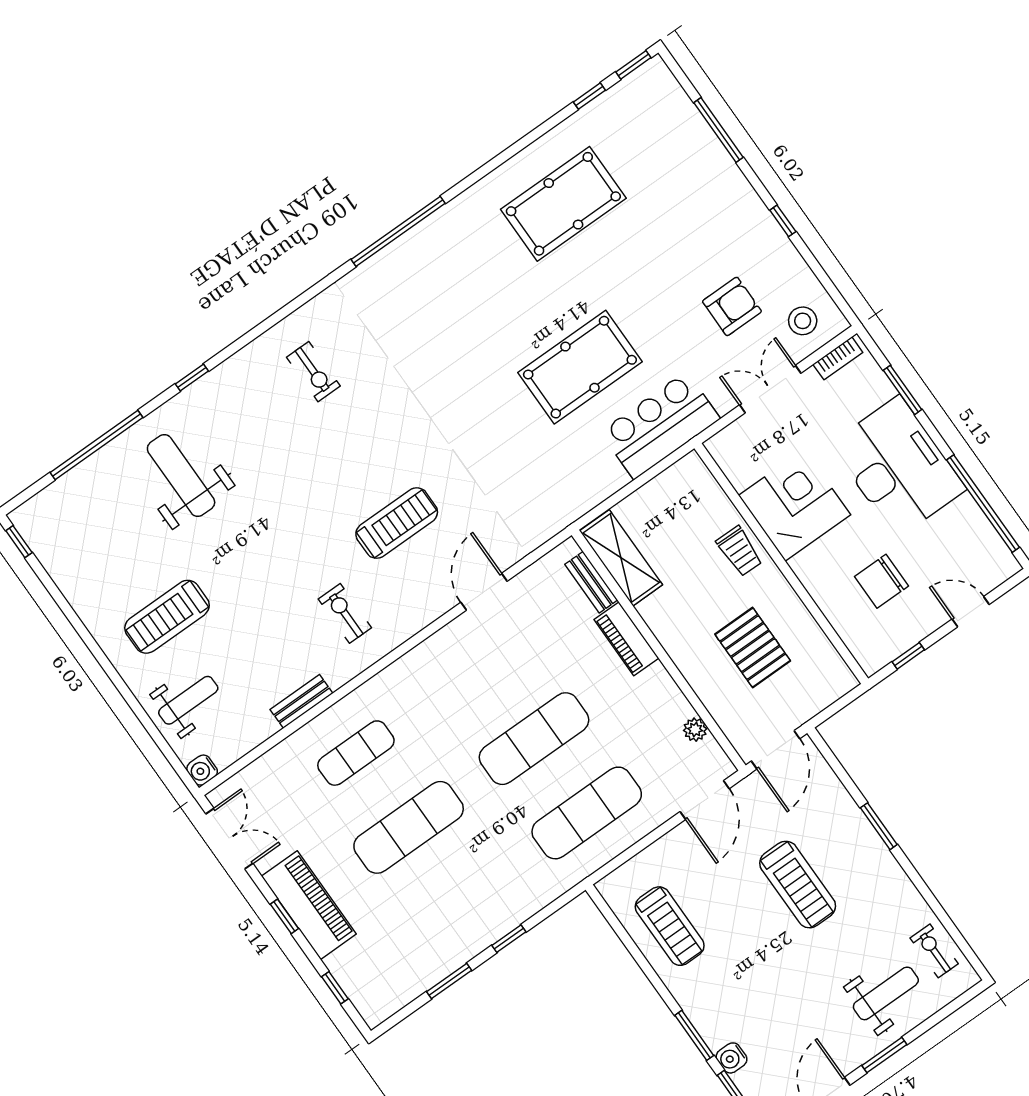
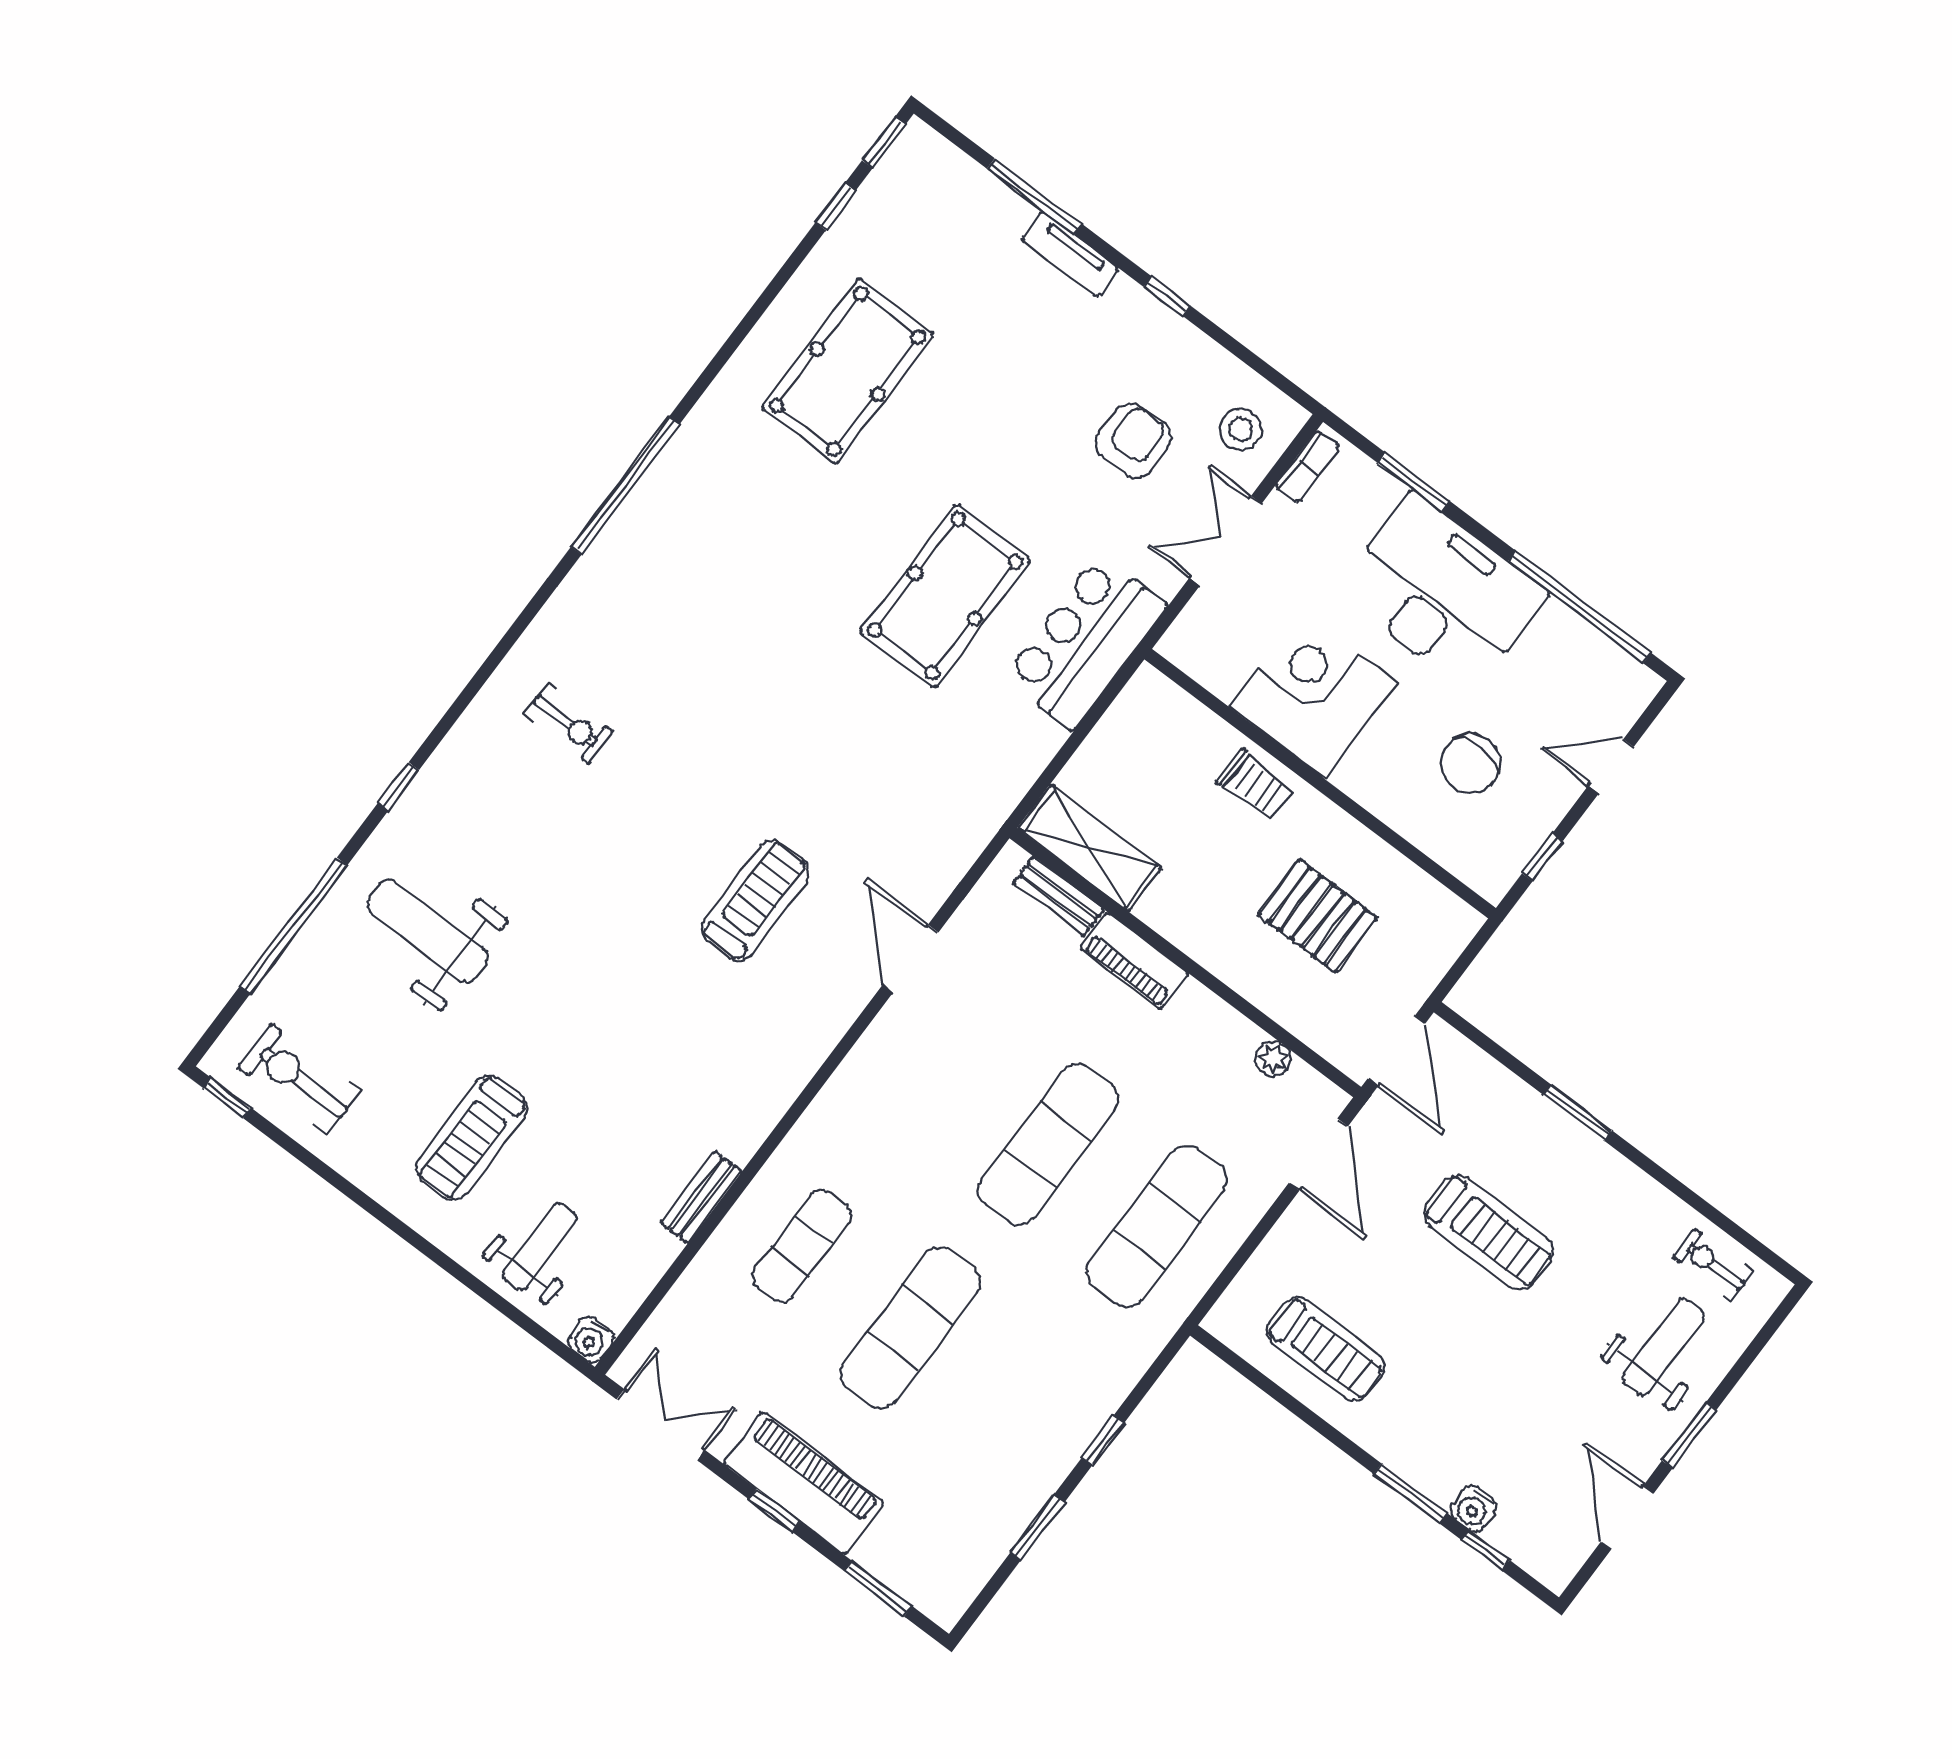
tv unit: (730, 174) -> (1070, 254), added
exercise bike: (345, 613) -> (299, 1079), moved, width x1.38, depth x1.39
window: (335, 988) -> (878, 1589), width x1.50

